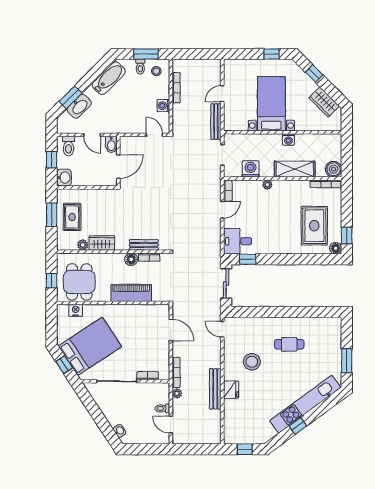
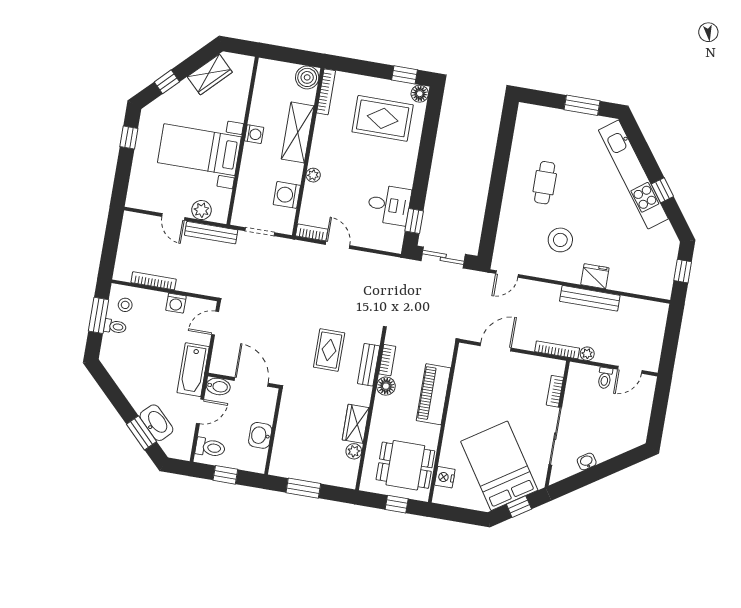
bathtub: (109, 78) -> (193, 370), moved, turned -135
plant: (230, 112) -> (202, 210), added
washbasin: (64, 178) -> (260, 435), moved, turned -90
rug: (72, 217) -> (329, 350), moved, turned 90
desk: (238, 241) -> (389, 205), moved, turned -90
washbasin: (120, 431) -> (587, 462), moved

